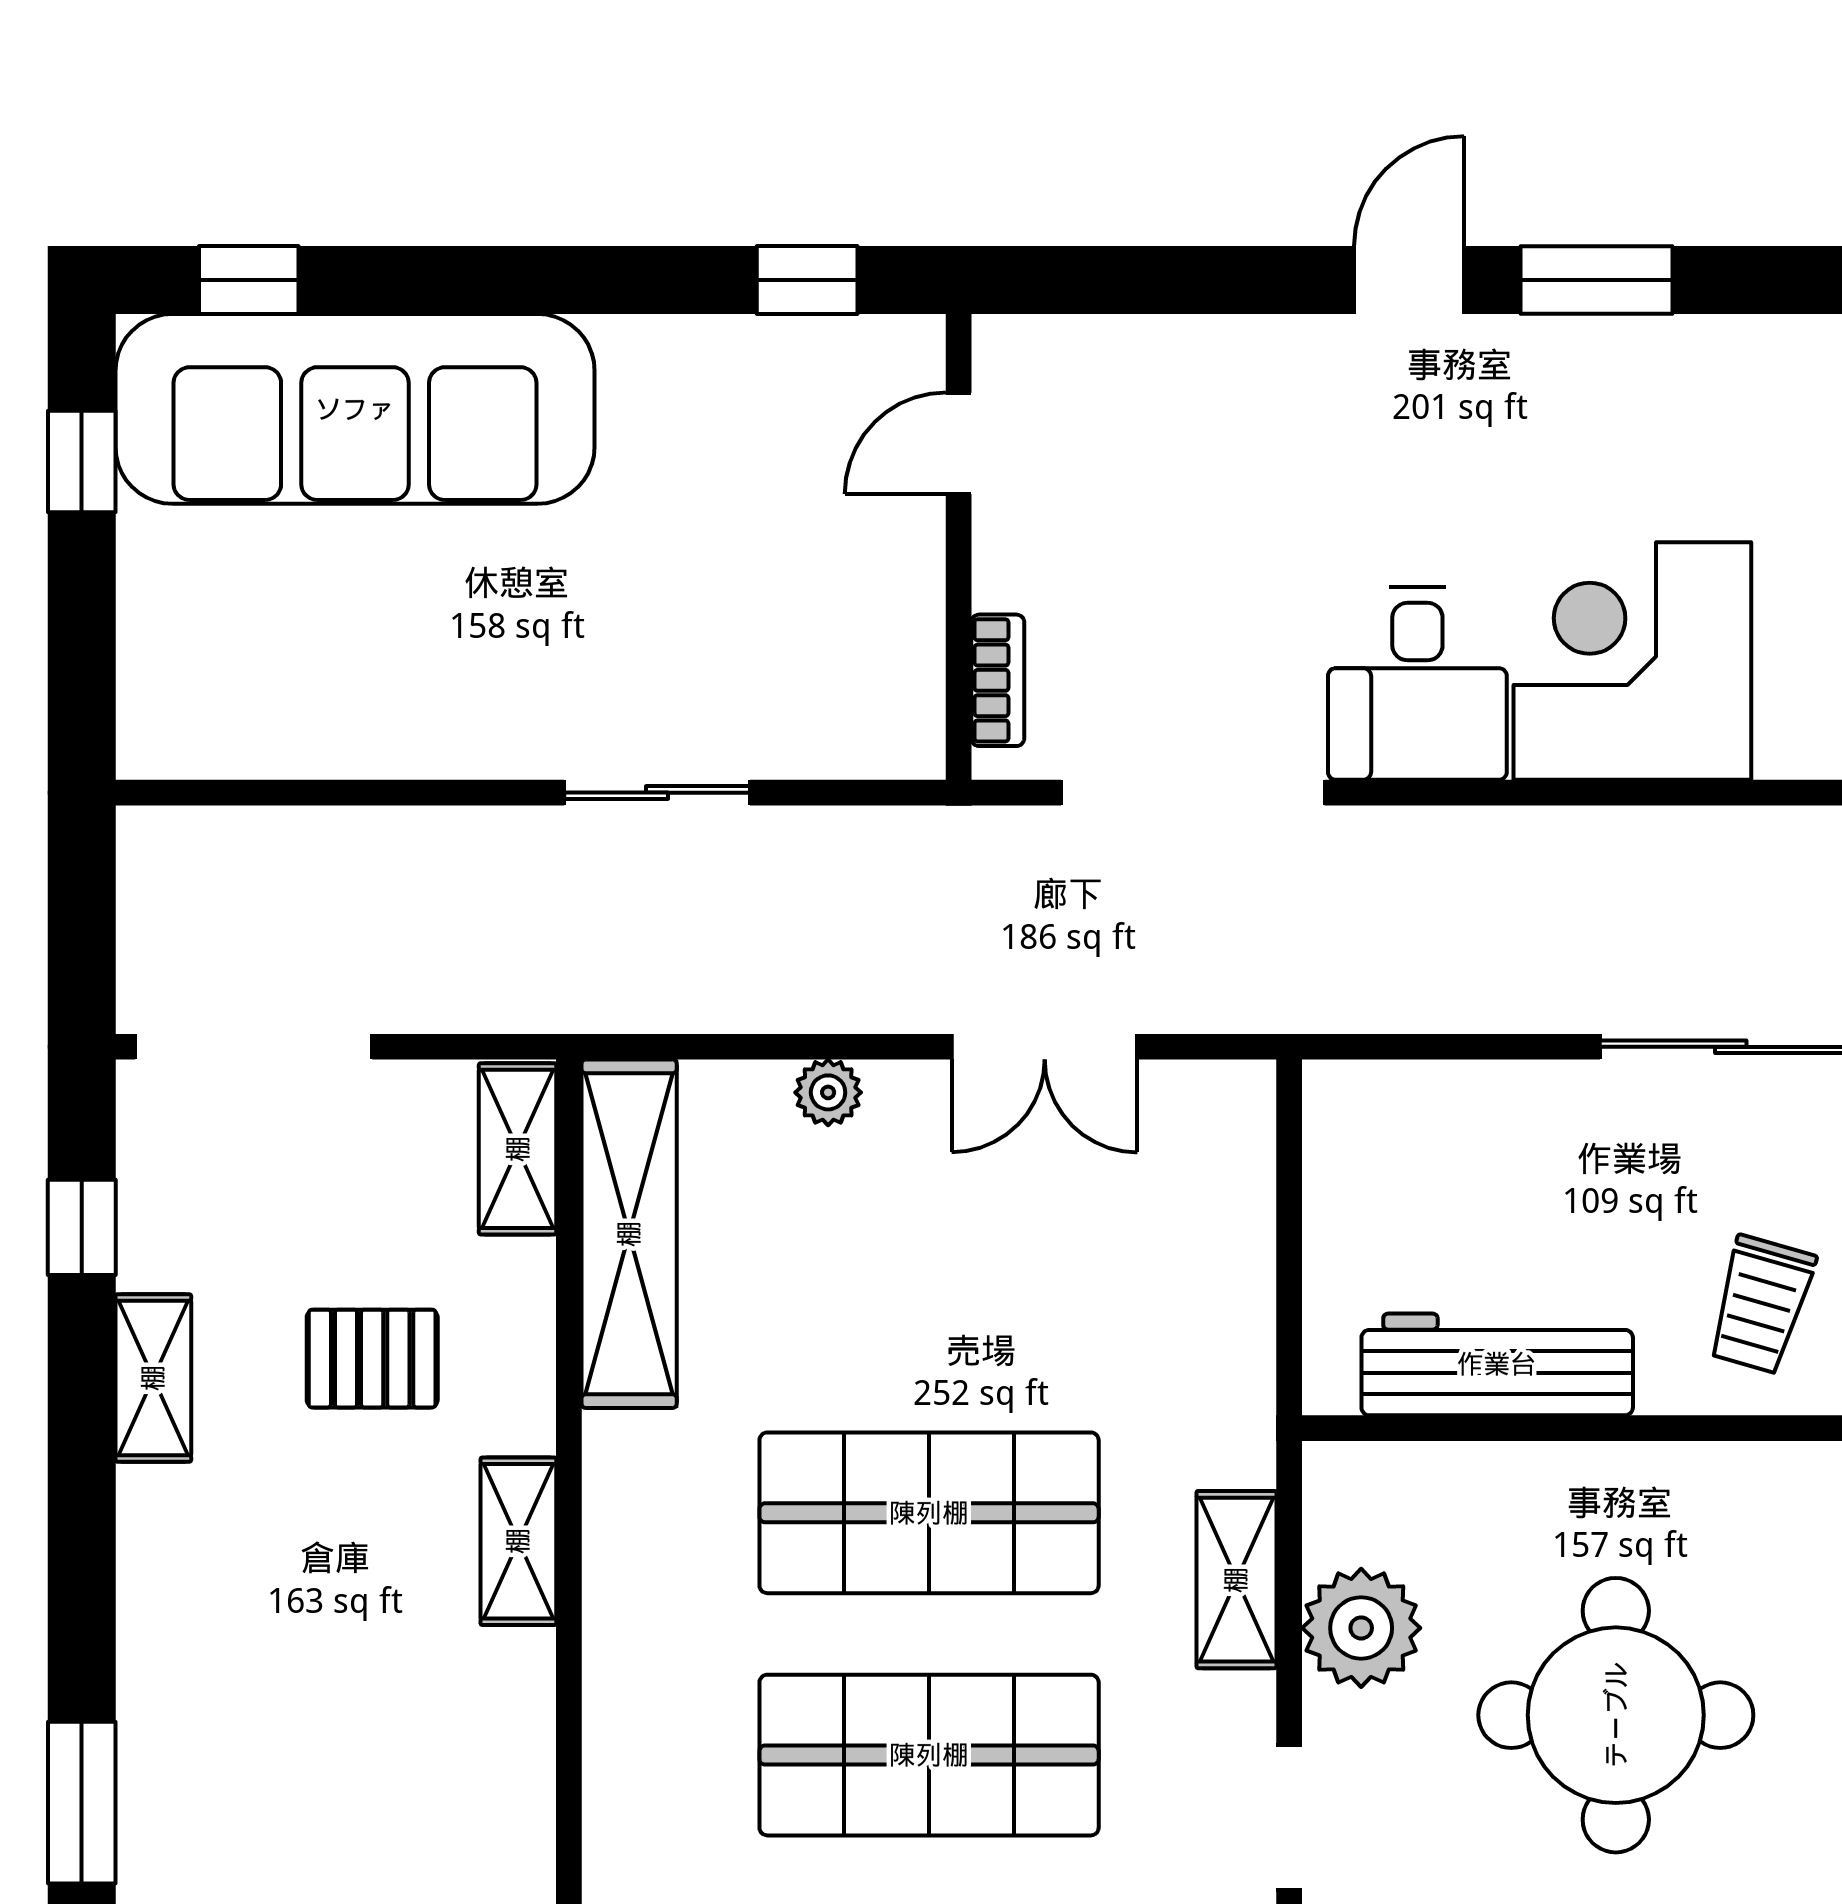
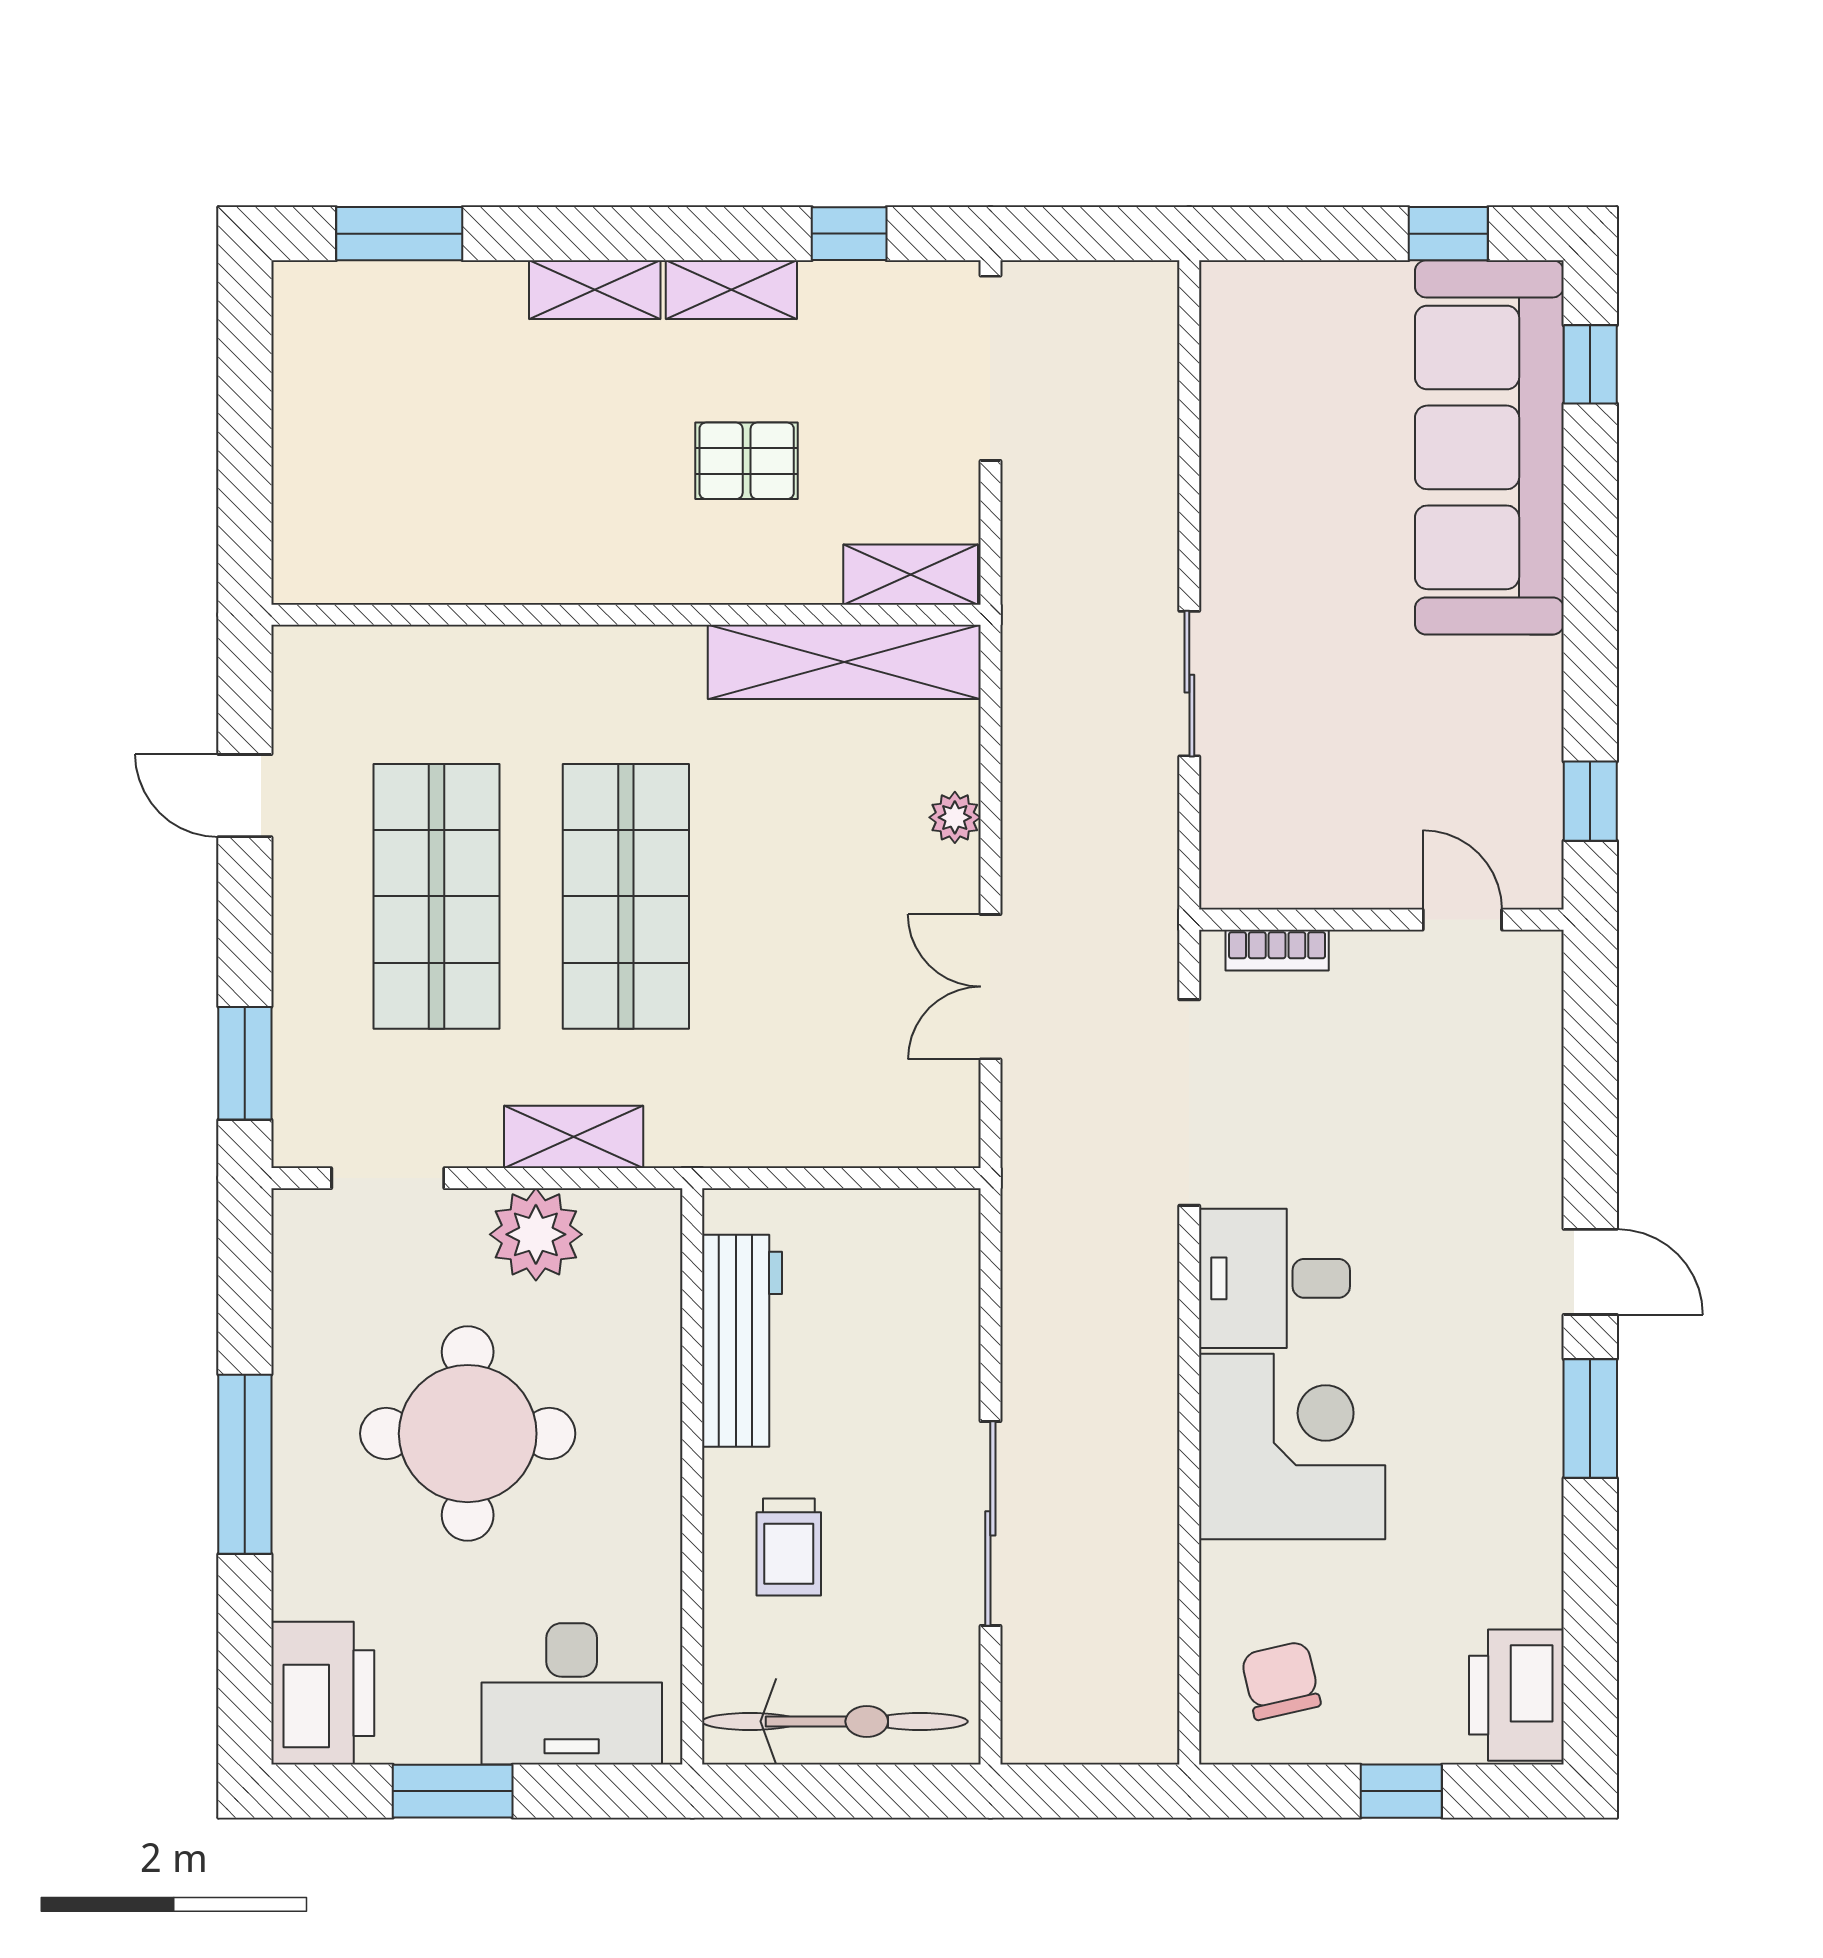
trolley: (1761, 1305) -> (789, 1547), turned -106
pallet: (372, 1359) -> (747, 461), turned 90
shelving: (518, 1541) -> (595, 290), moved

